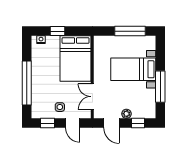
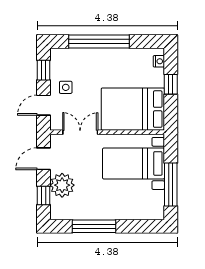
bed with nightstands: (133, 69) -> (134, 163), moved, turned -90
plant: (126, 114) -> (62, 185), width x1.88, depth x1.88

